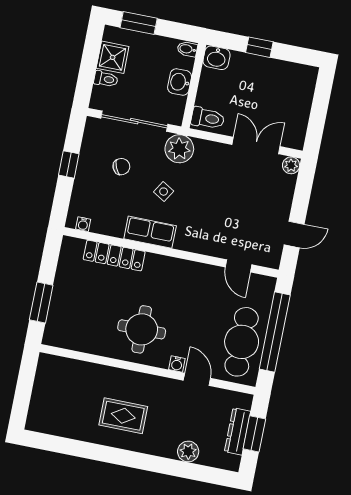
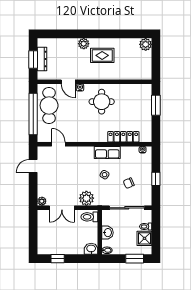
window: (259, 47) -> (58, 259), moved
plant: (179, 149) -> (86, 198), moved
plant: (38, 420) -> (146, 44), added
plant: (188, 451) -> (84, 44), moved

